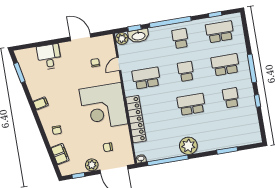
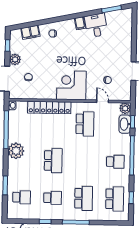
desk: (49, 57) -> (96, 25), moved, turned -102
school desk: (186, 71) -> (22, 197), moved
corner desk: (103, 107) -> (71, 85), width x0.74, depth x0.74

